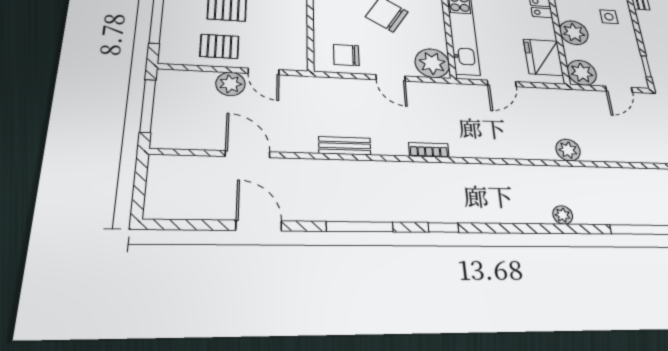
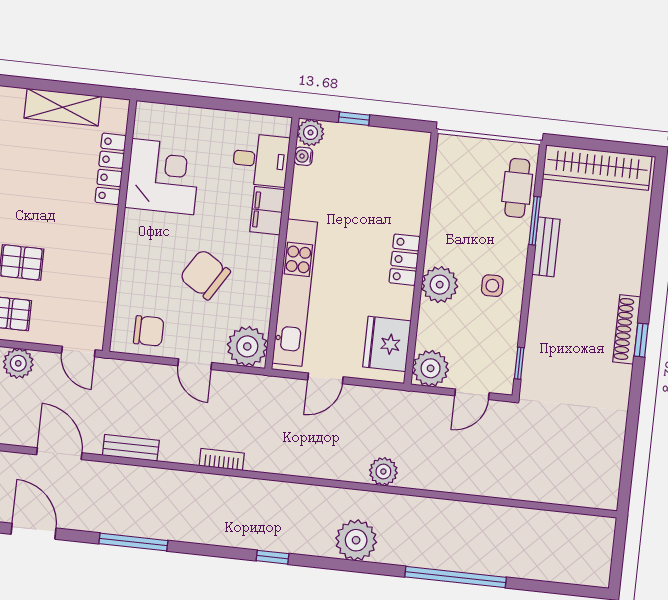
plant: (574, 33) -> (440, 285), moved
chair: (346, 55) -> (149, 331), turned 180
door: (264, 71) -> (78, 351), moved
door: (248, 154) -> (59, 454), moved
plant: (563, 215) -> (356, 540), width x1.88, depth x1.88
window: (443, 228) -> (273, 557), moved

